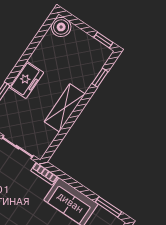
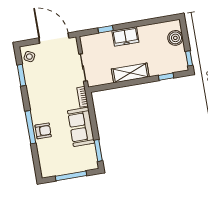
boiler: (61, 27) -> (175, 38), moved

